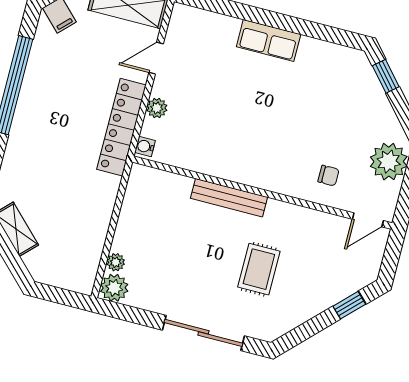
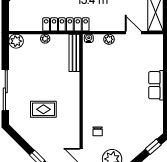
locker: (121, 127) -> (66, 24), moved
bench: (229, 198) -> (74, 53), moved
plant: (116, 262) -> (45, 39), moved

